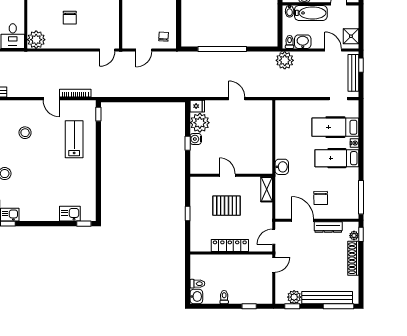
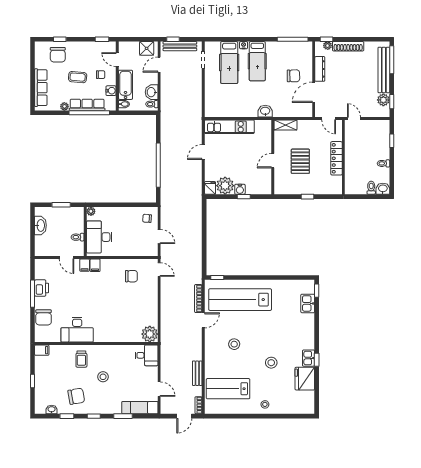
chair: (70, 18) -> (131, 276), moved
plant: (285, 60) -> (169, 108), removed
kitchen unit: (265, 127) -> (229, 127), added
lab bench: (74, 139) -> (240, 300), width x1.86, depth x1.39

